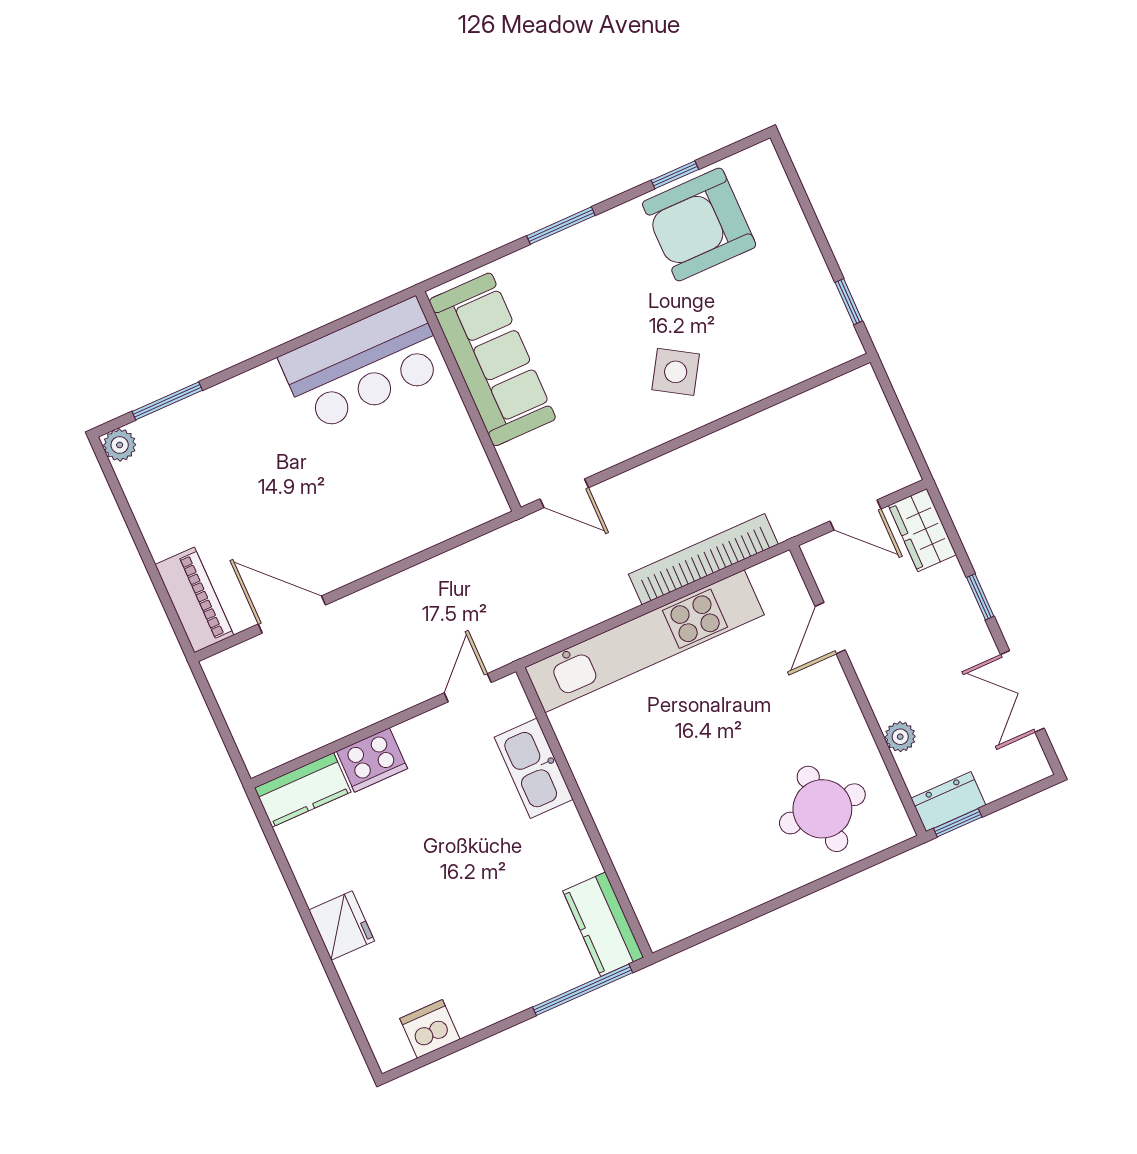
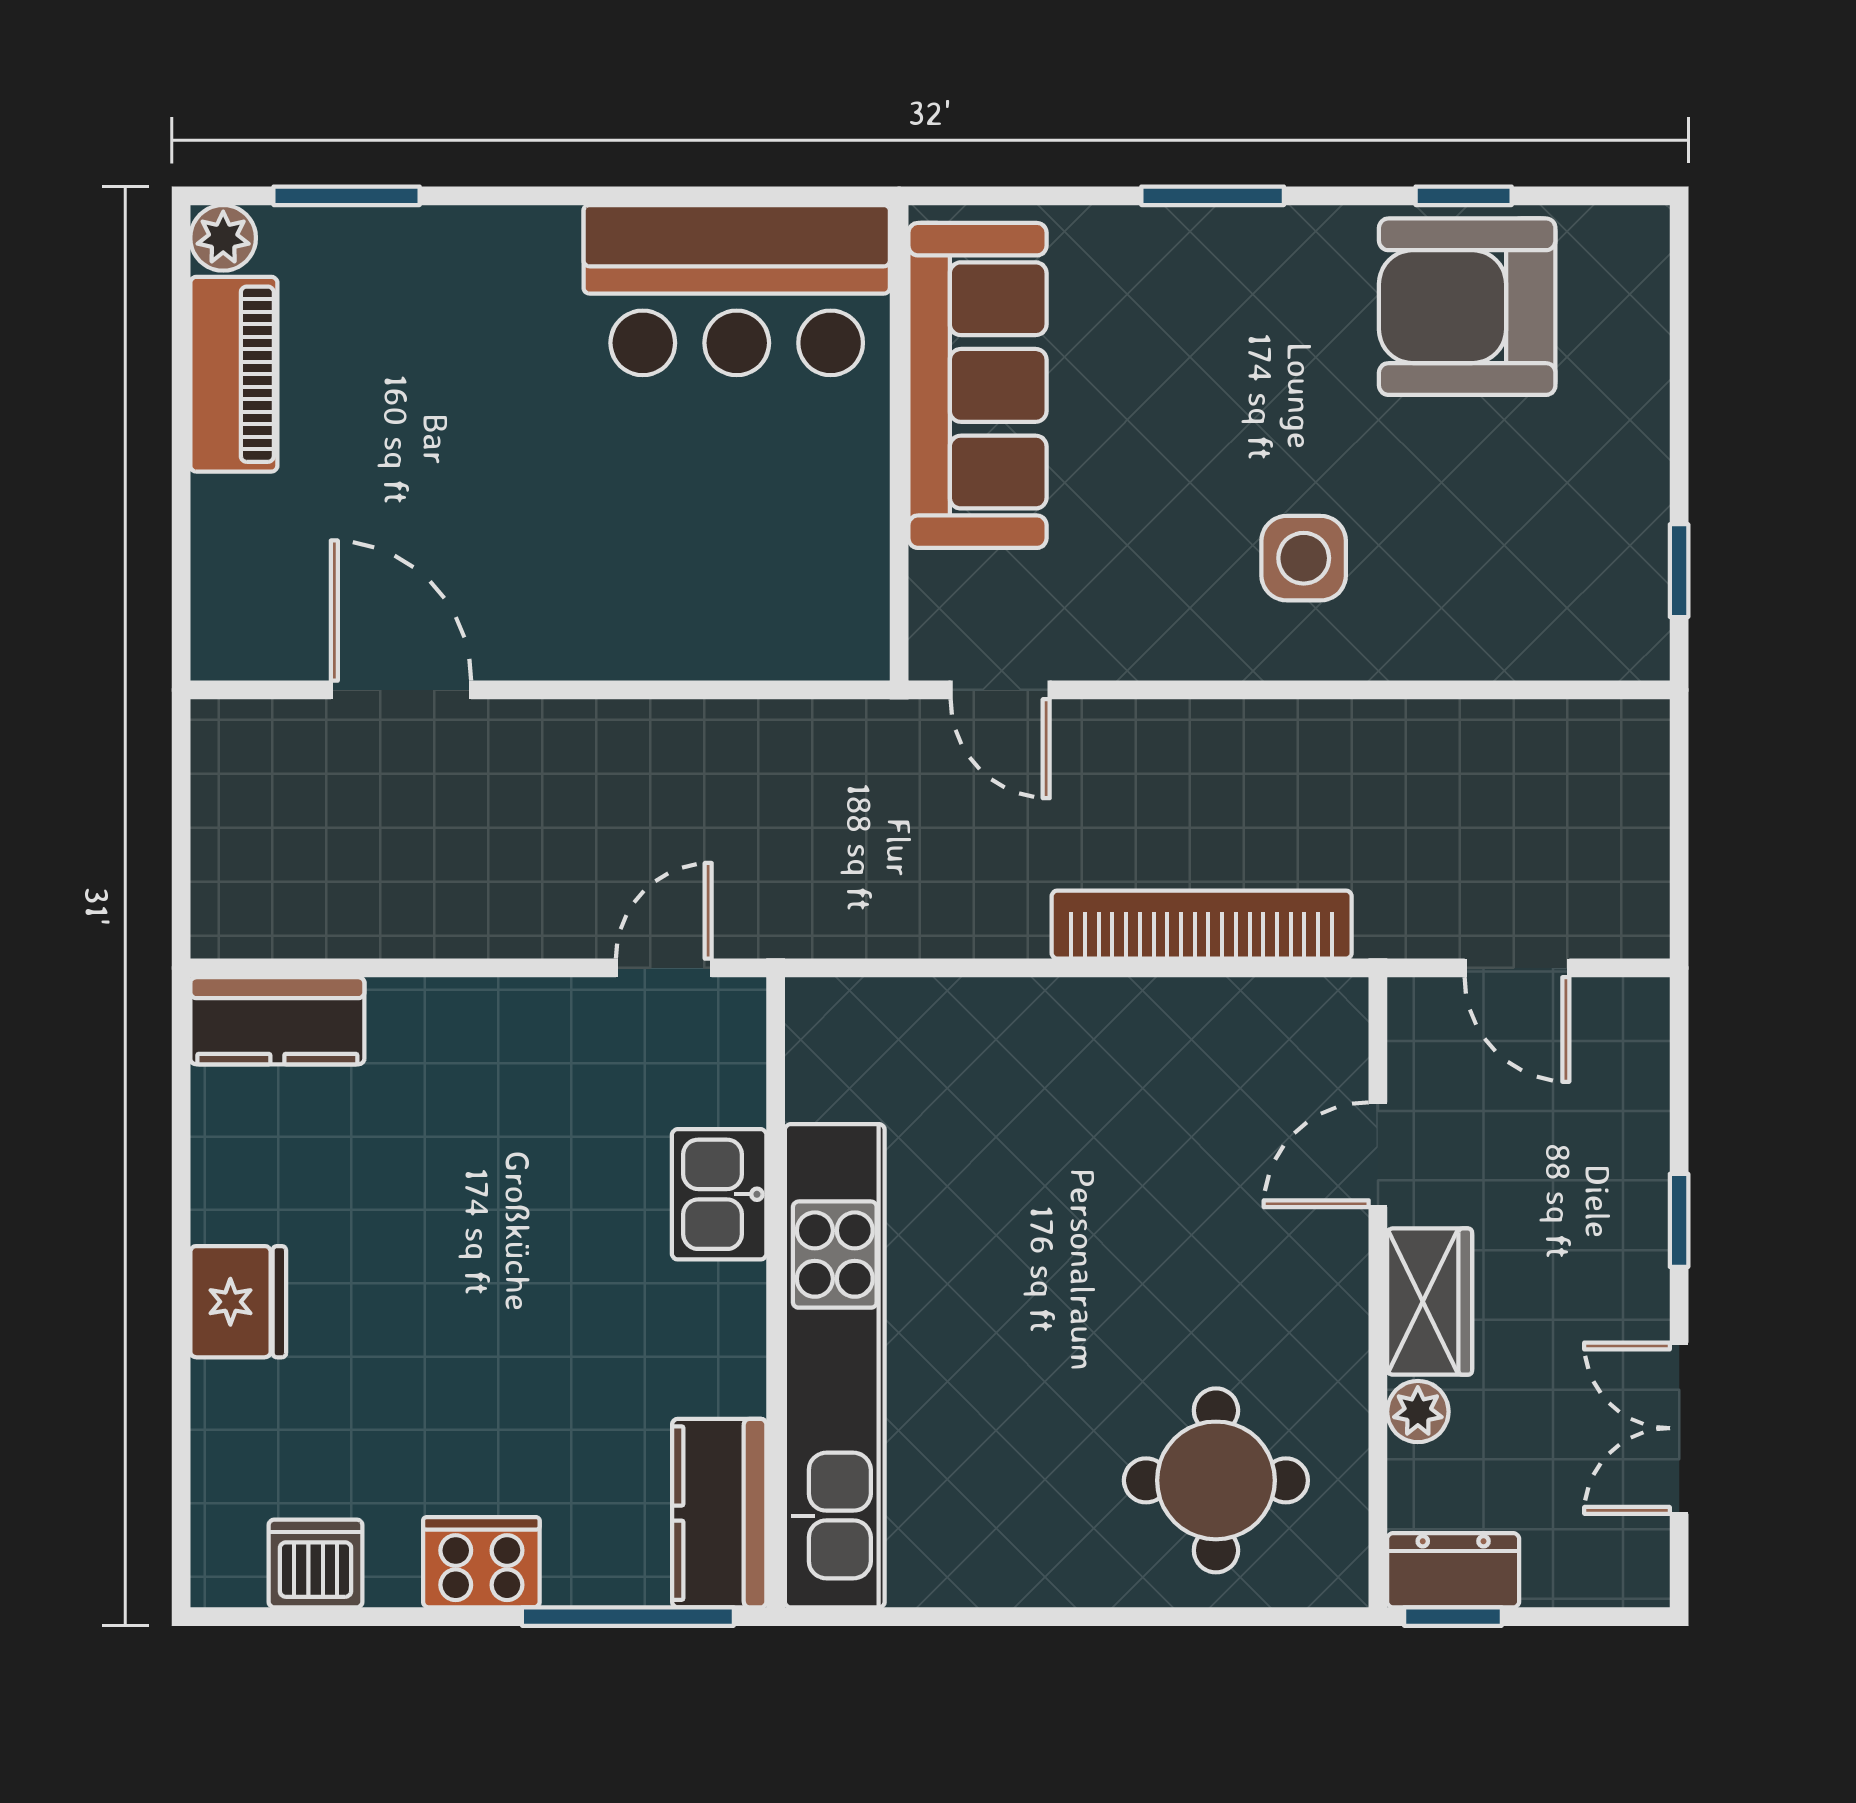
side table: (676, 372) -> (1304, 558), turned -32
wardrobe: (922, 530) -> (1430, 1302), moved, turned 180
piano: (194, 600) -> (234, 374), moved
kitchen unit: (645, 641) -> (835, 1366), moved, turned -90
cooker: (372, 760) -> (481, 1562), moved, turned 180
kitchen sink: (534, 768) -> (719, 1194), width x0.73

